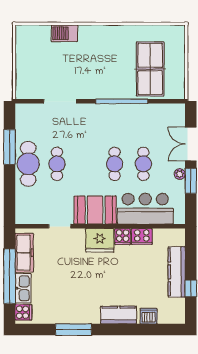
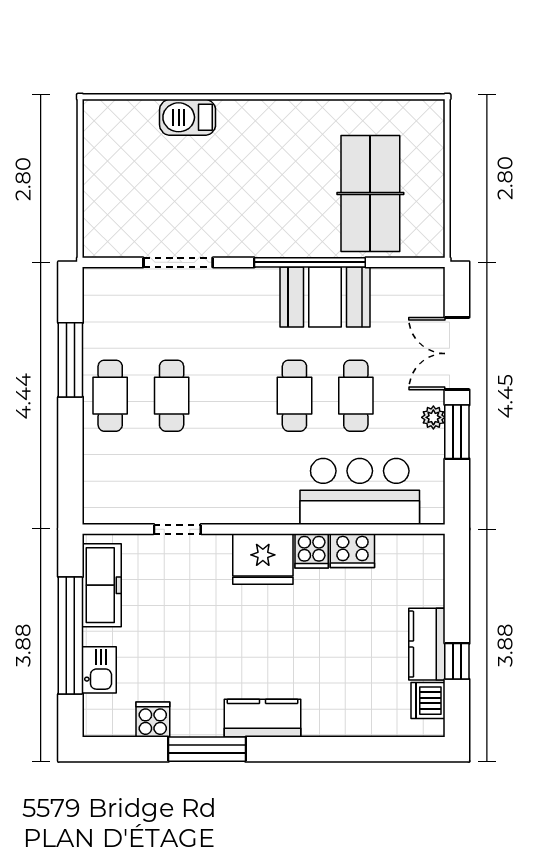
cafe table: (28, 164) -> (110, 396), width x0.73, depth x0.74
booth: (95, 210) -> (325, 297), moved
kitchen counter: (177, 272) -> (427, 644), width x0.67
kitchen sink: (23, 288) -> (99, 670), width x0.73
cooker: (23, 312) -> (153, 720), moved, turned -90
kitchen counter: (119, 315) -> (263, 718), moved
dishwasher: (149, 316) -> (428, 701), moved, turned -90

